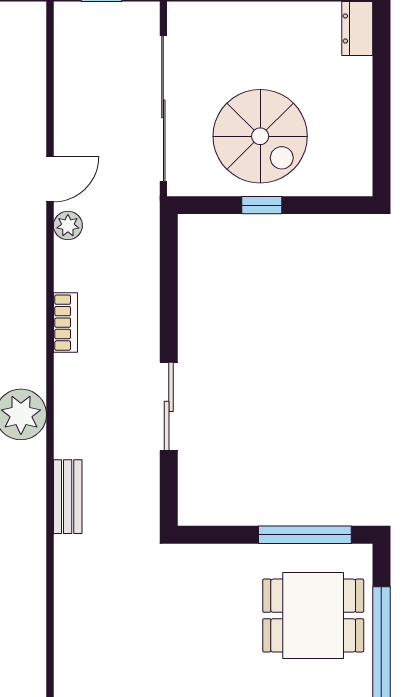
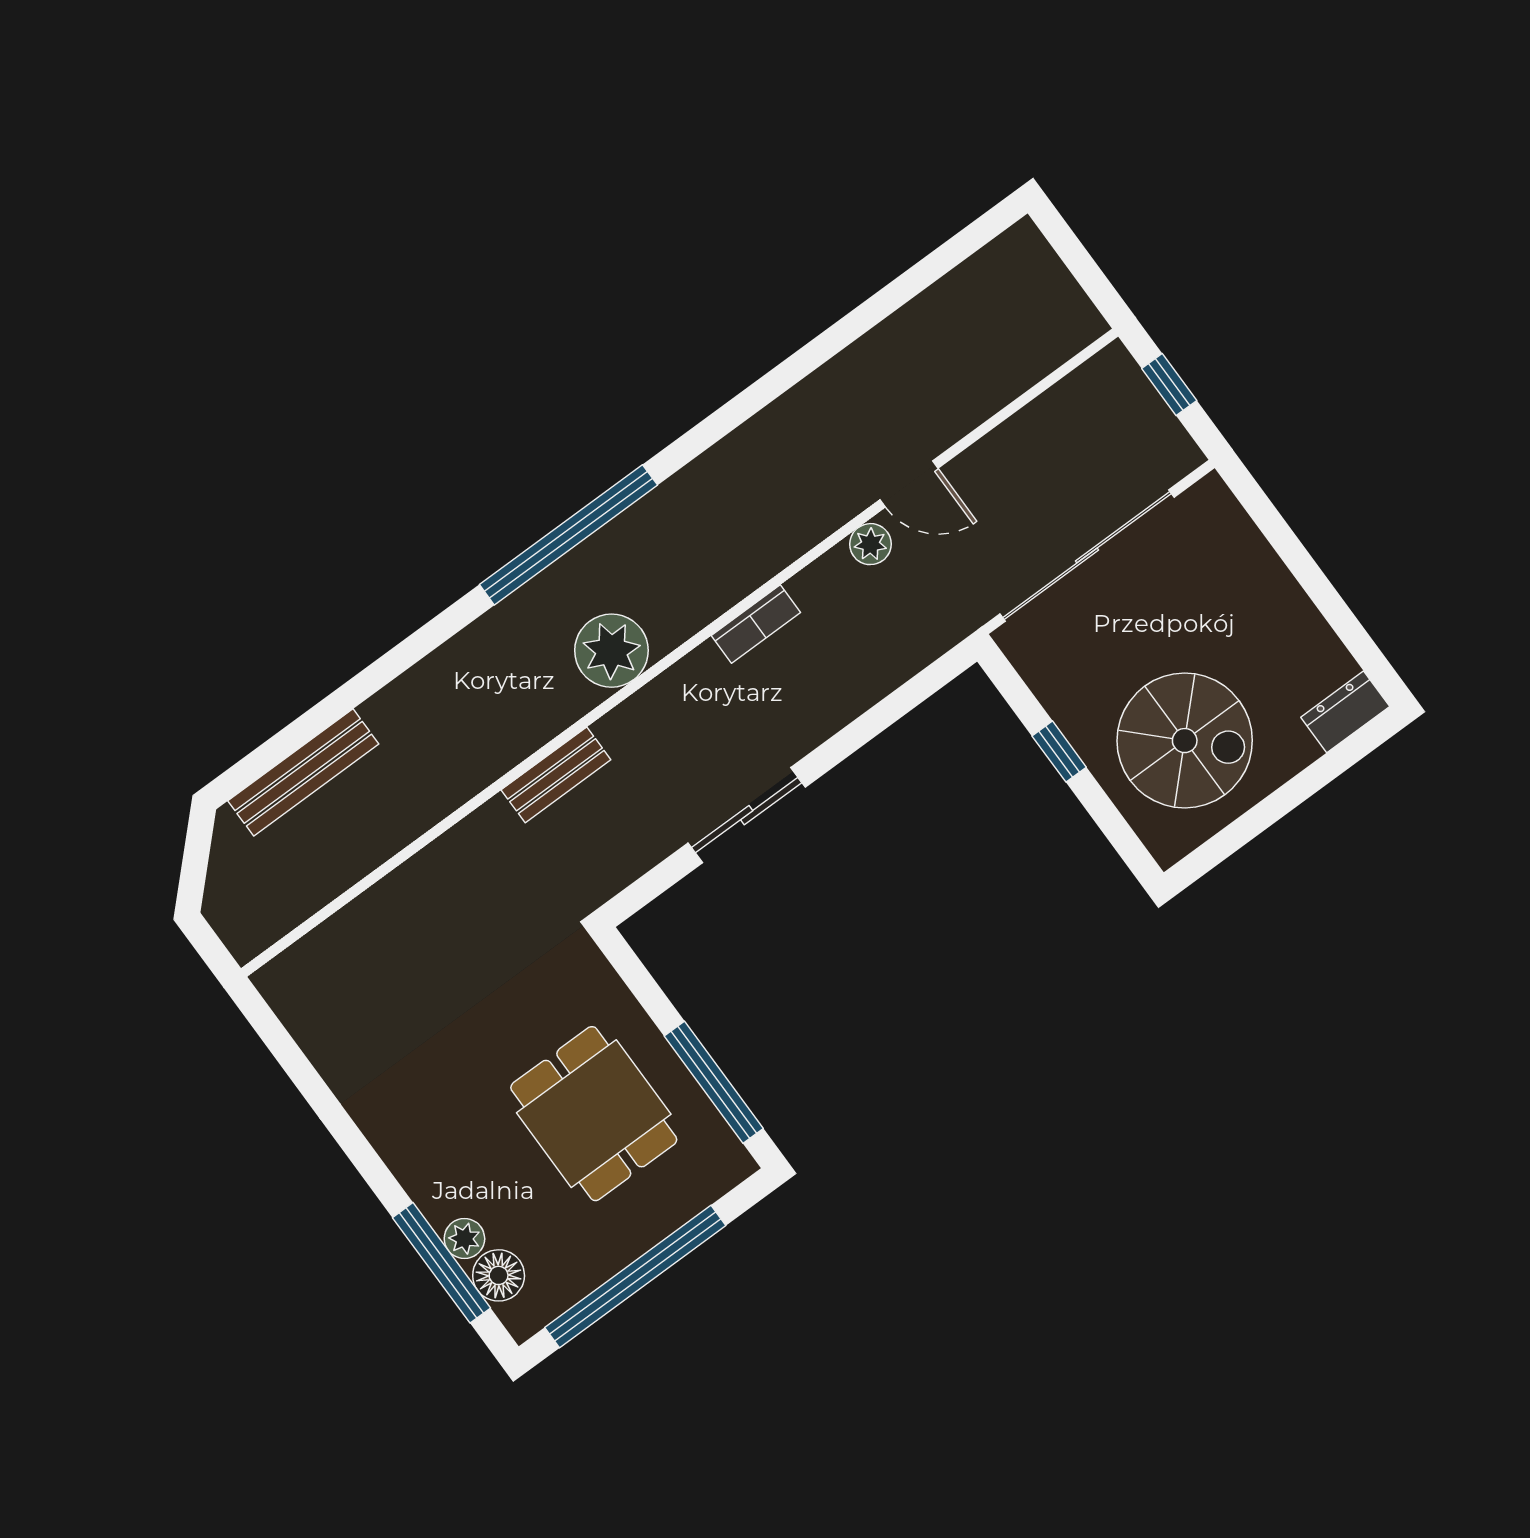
spiral stairs: (260, 136) -> (1185, 741), moved, turned -90
dining table: (313, 616) -> (594, 1114), moved

